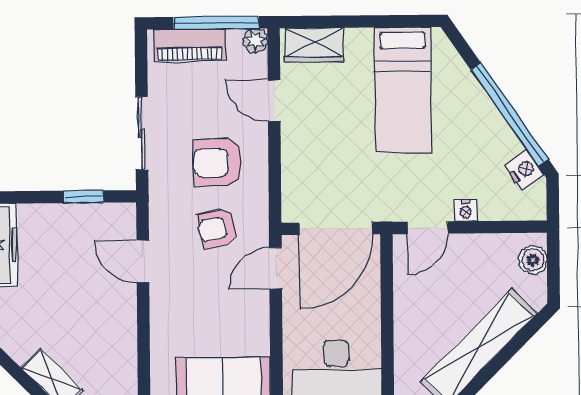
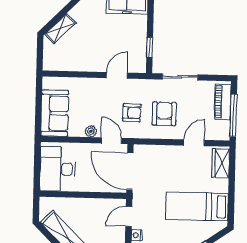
plant: (255, 41) -> (91, 131), moved
door: (428, 228) -> (129, 216), hinge flipped
armchair: (217, 229) -> (132, 113), turned 103

